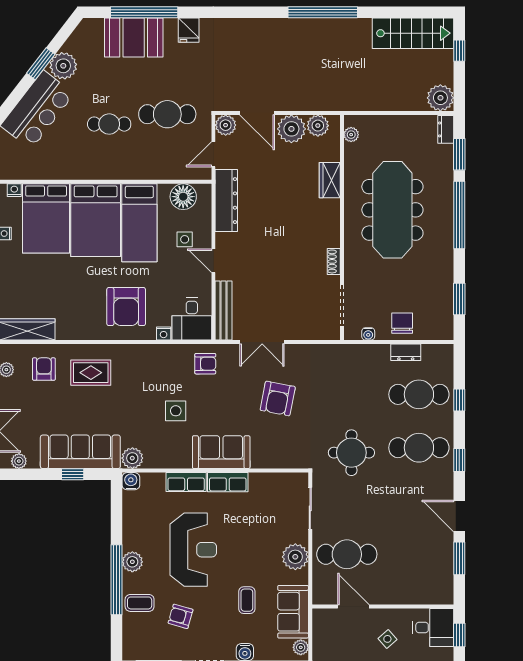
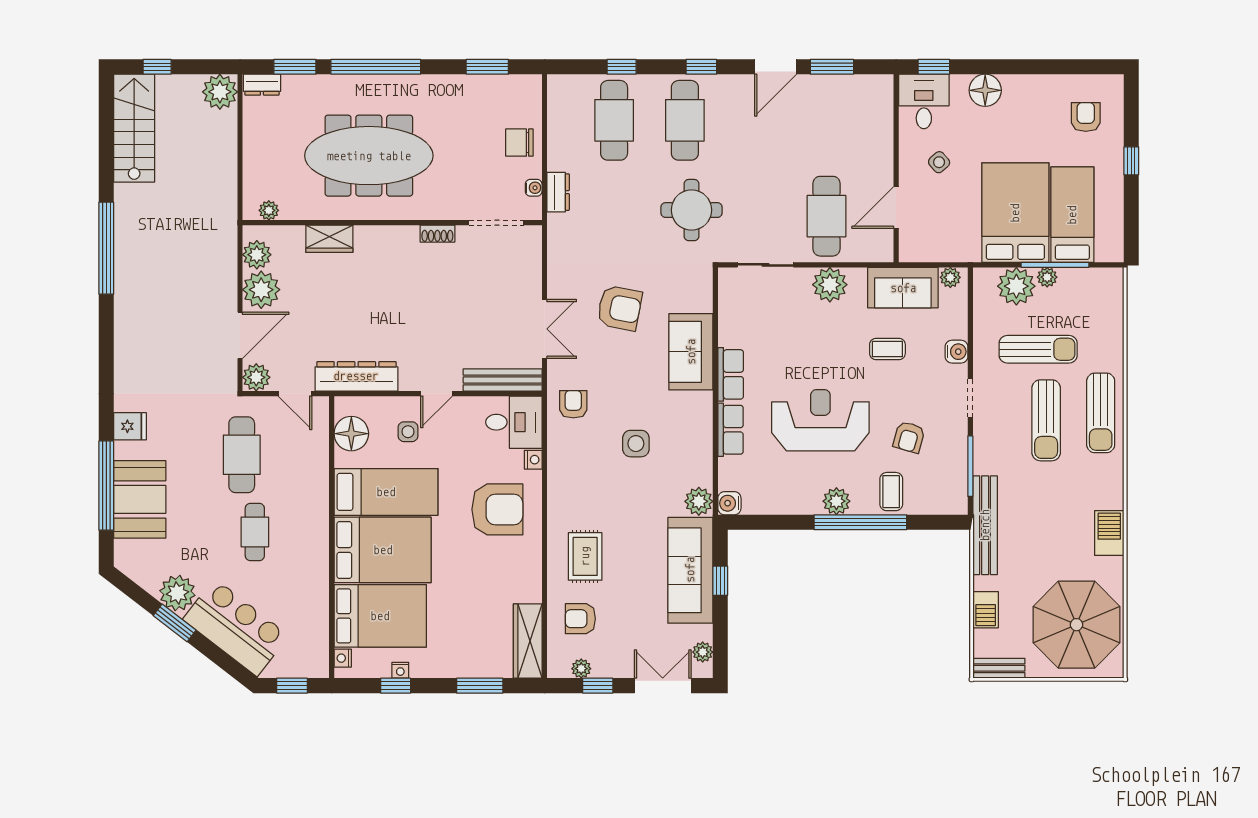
dresser: (406, 352) -> (558, 192), moved
sofa: (221, 452) -> (691, 352), moved

